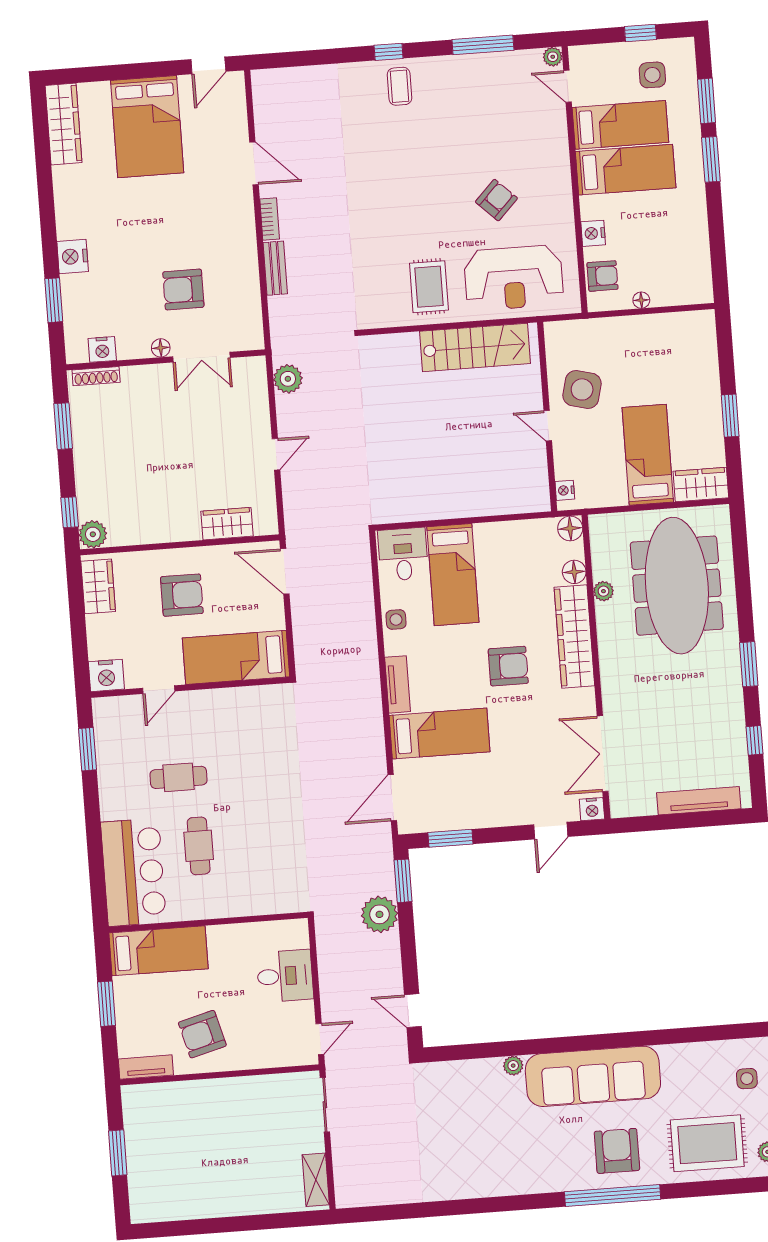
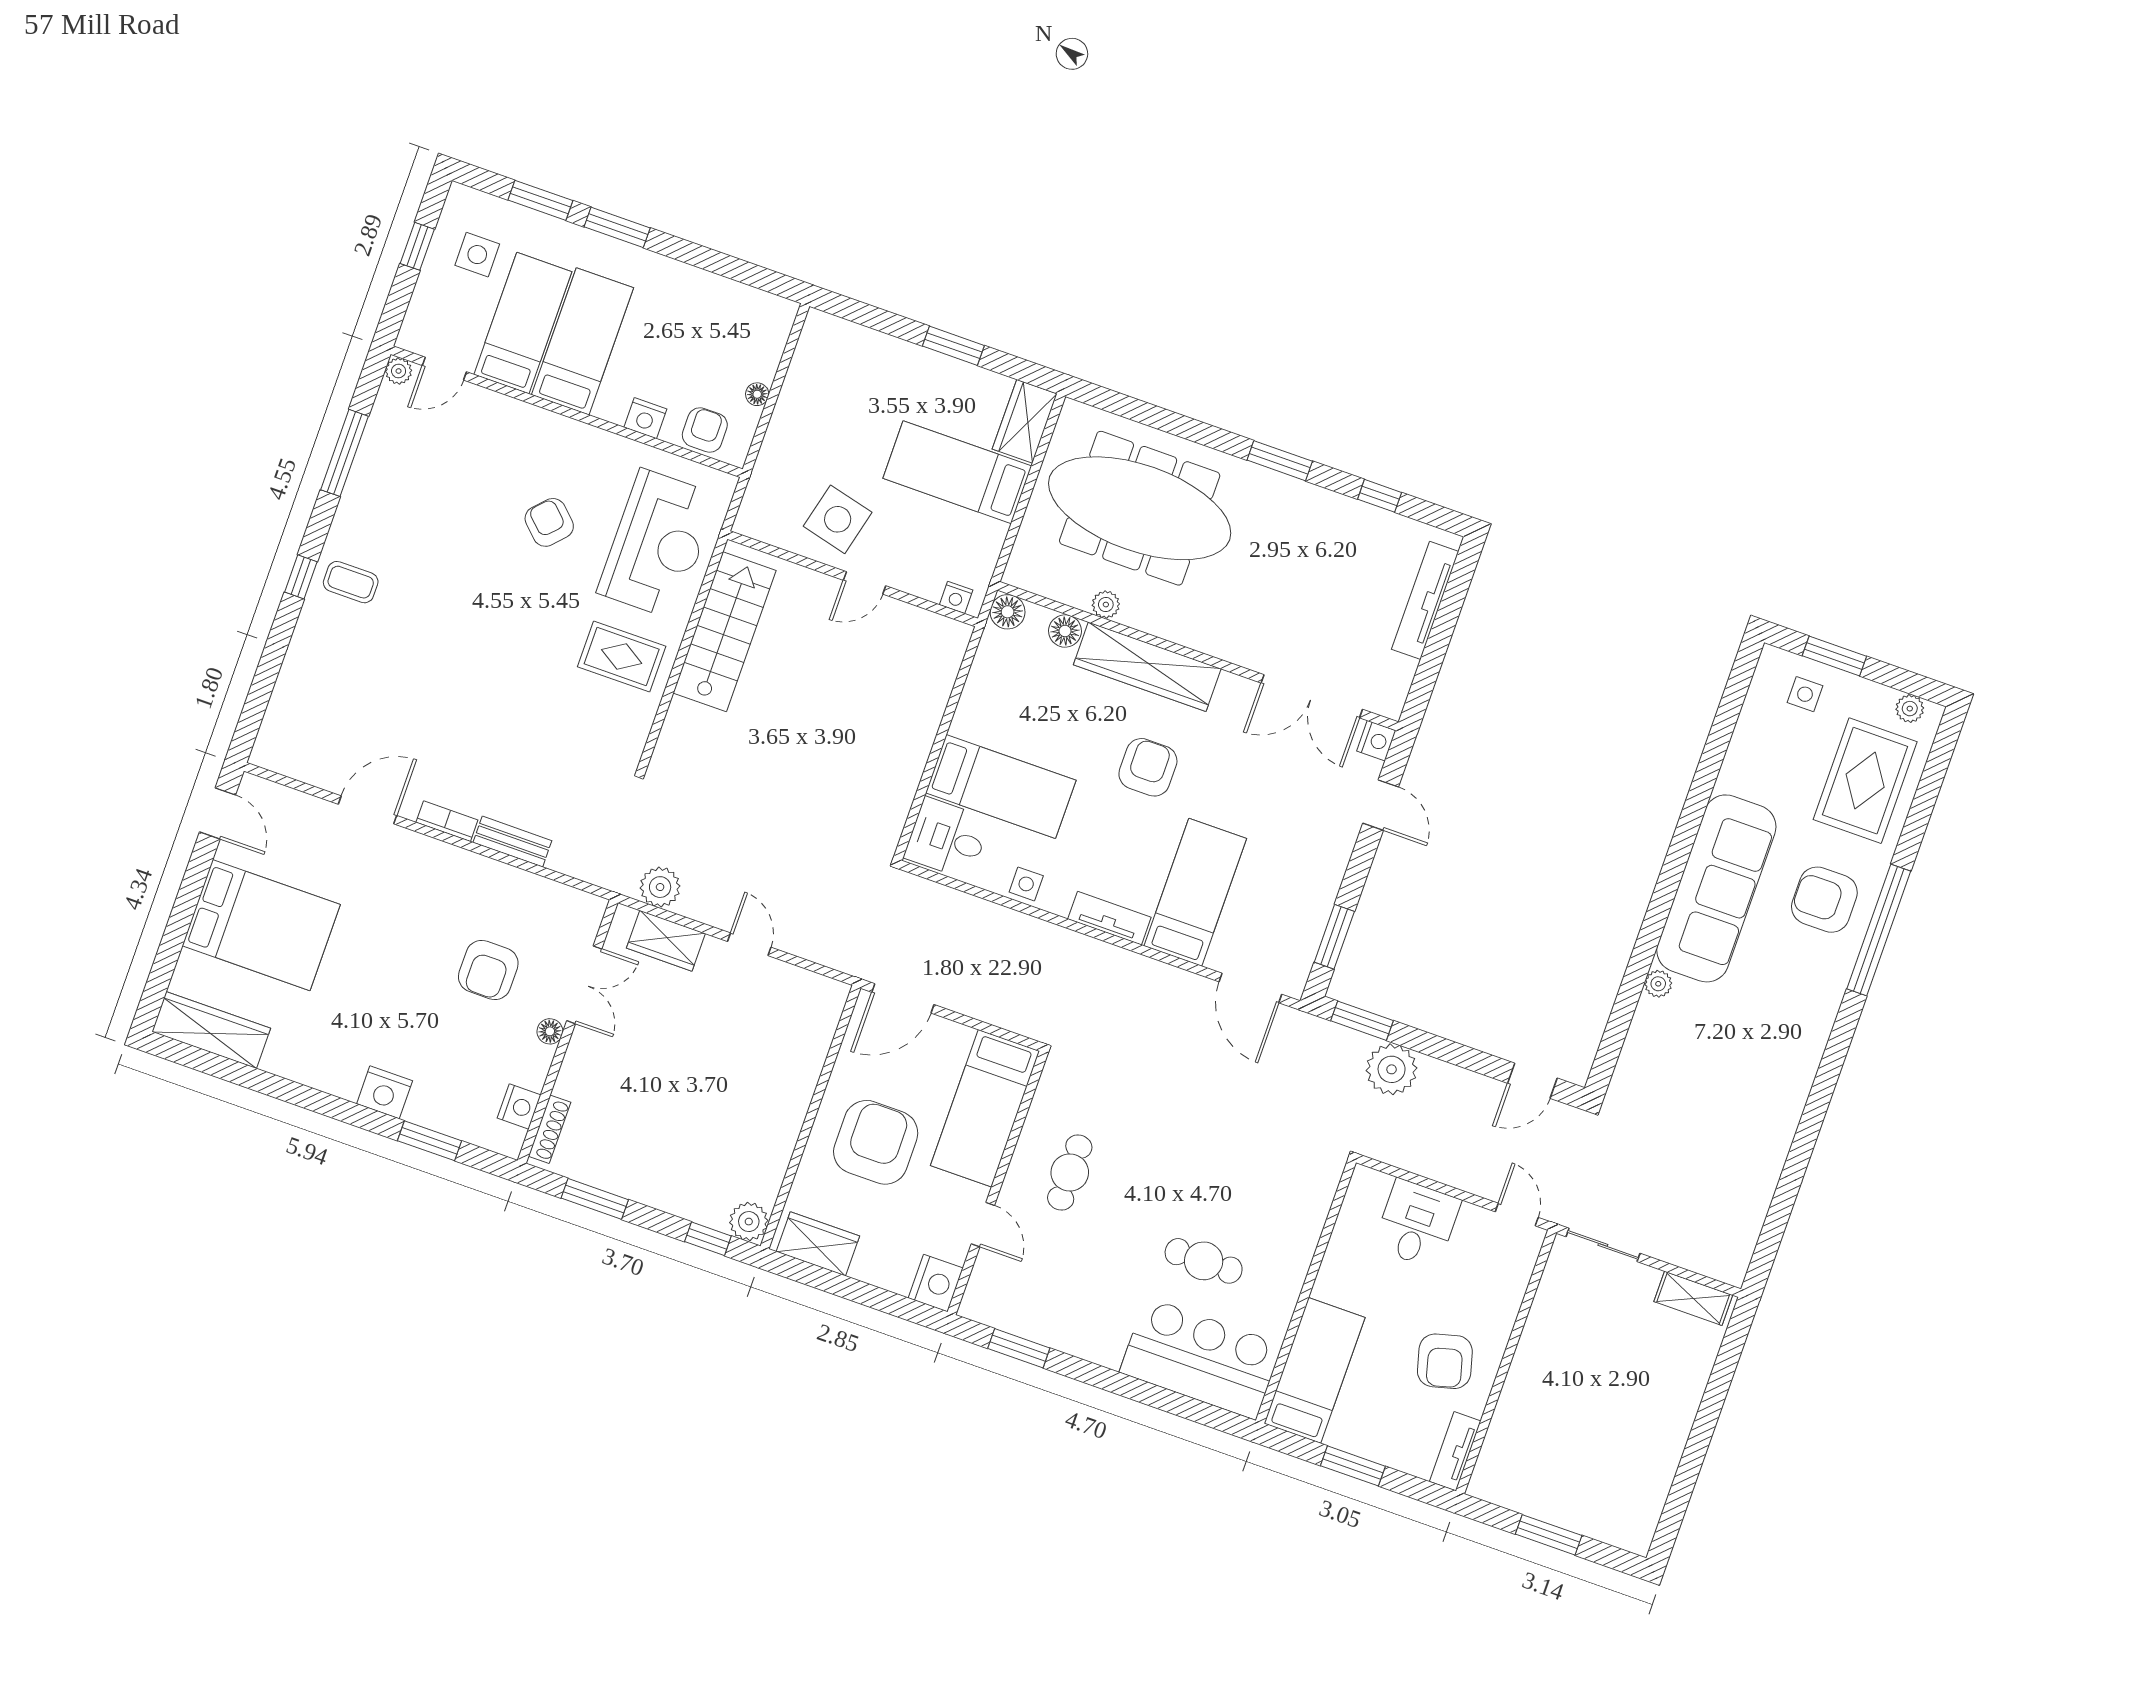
wardrobe: (227, 524) -> (666, 941), moved, turned -90
armchair: (182, 595) -> (876, 1142), width x1.36, depth x1.36
cafe table: (178, 777) -> (1070, 1173), moved

